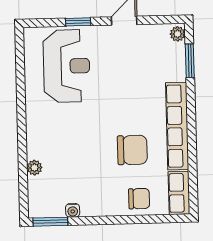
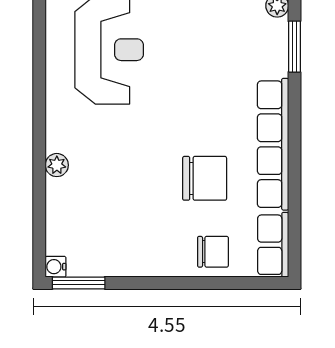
plant: (34, 168) -> (57, 165), moved
water cooler: (73, 210) -> (56, 267), moved, turned 90

